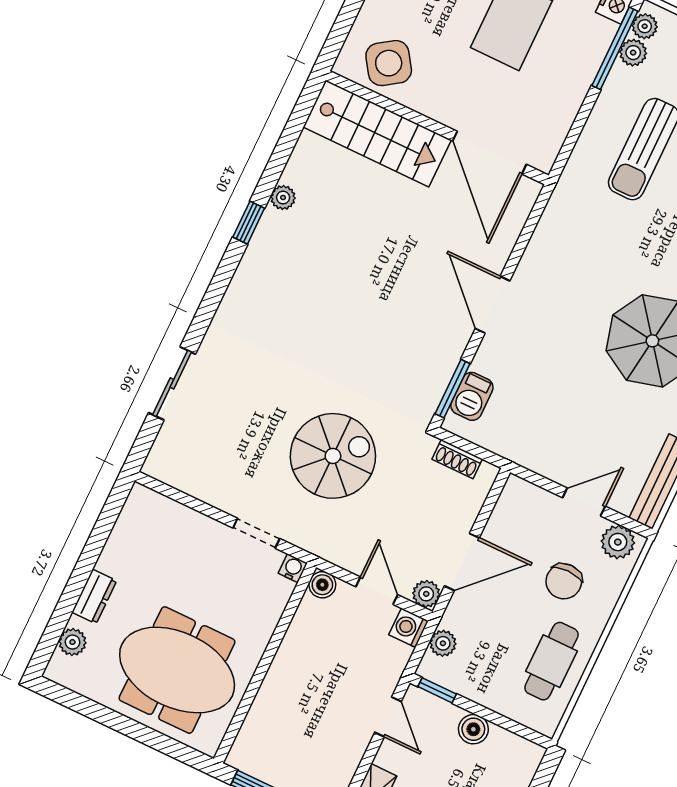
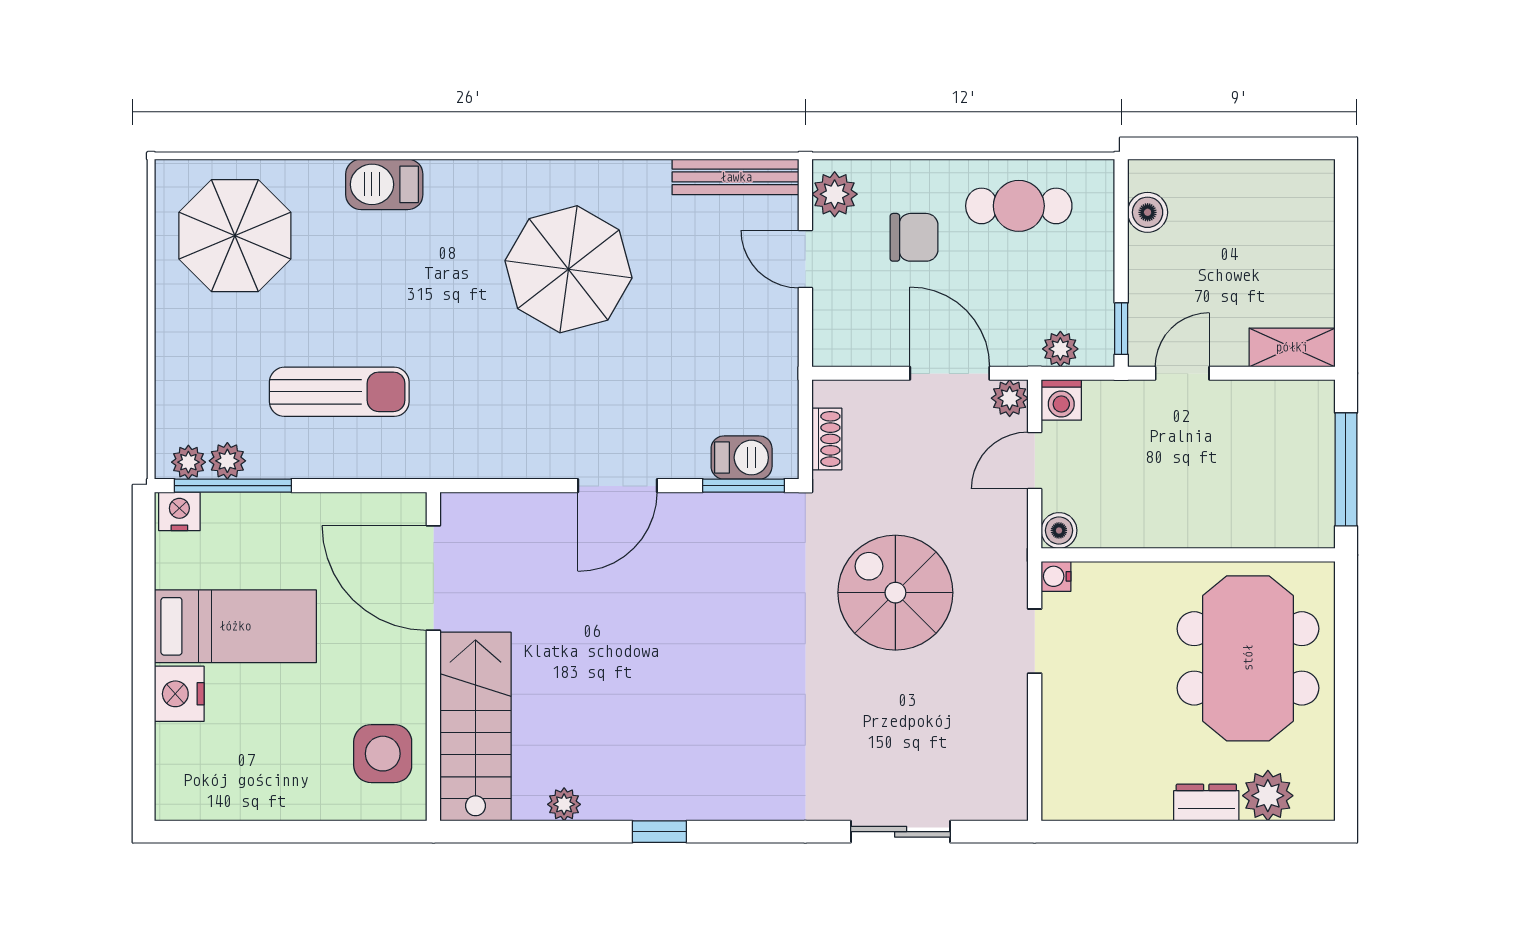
side table: (389, 63) -> (383, 754), turned 34
door: (489, 153) -> (433, 578), swing flipped
plant: (283, 198) -> (564, 804), moved
plant: (73, 642) -> (1268, 796), width x1.38, depth x1.38
boiler: (473, 729) -> (1148, 212), moved

